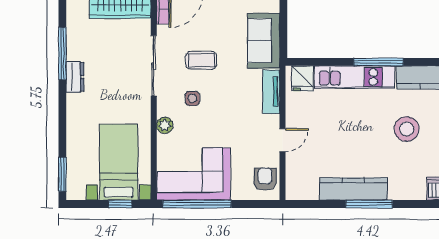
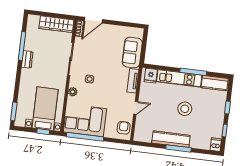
coffee table: (201, 60) -> (97, 59), removed
stool: (407, 129) -> (185, 109), moved

